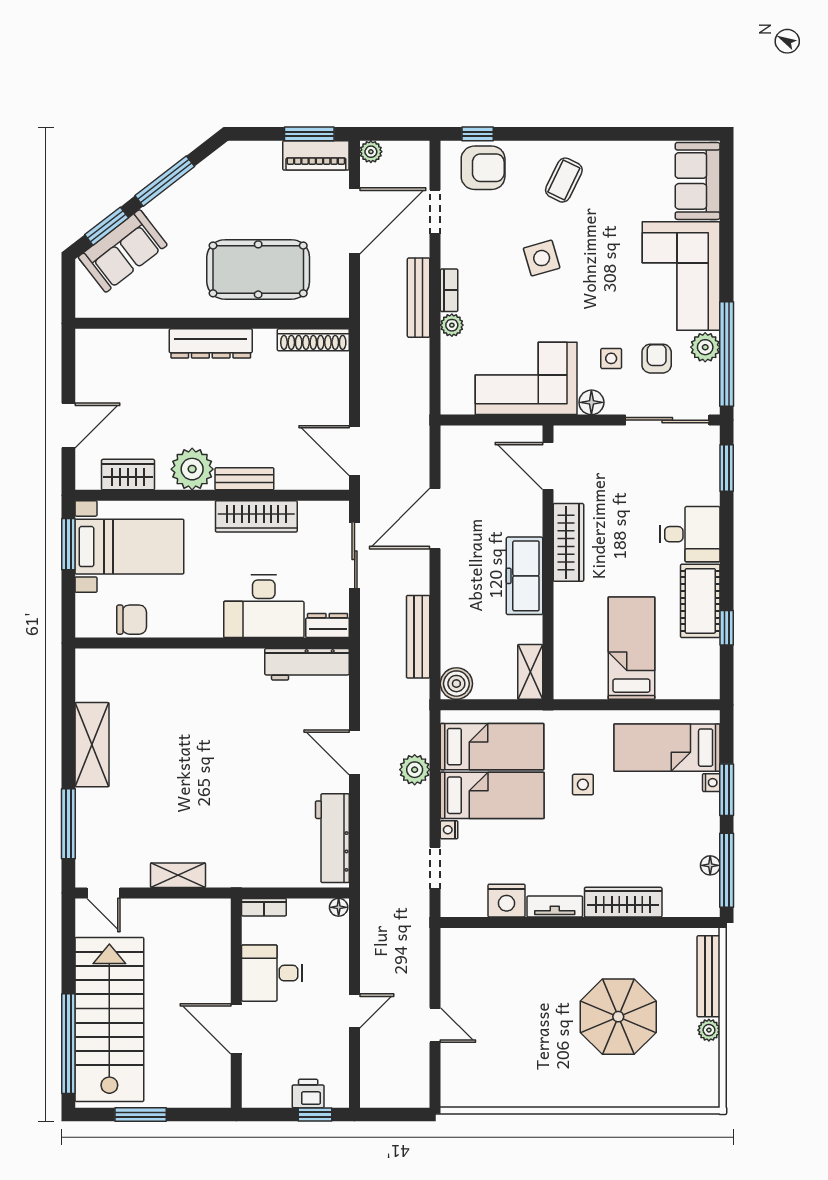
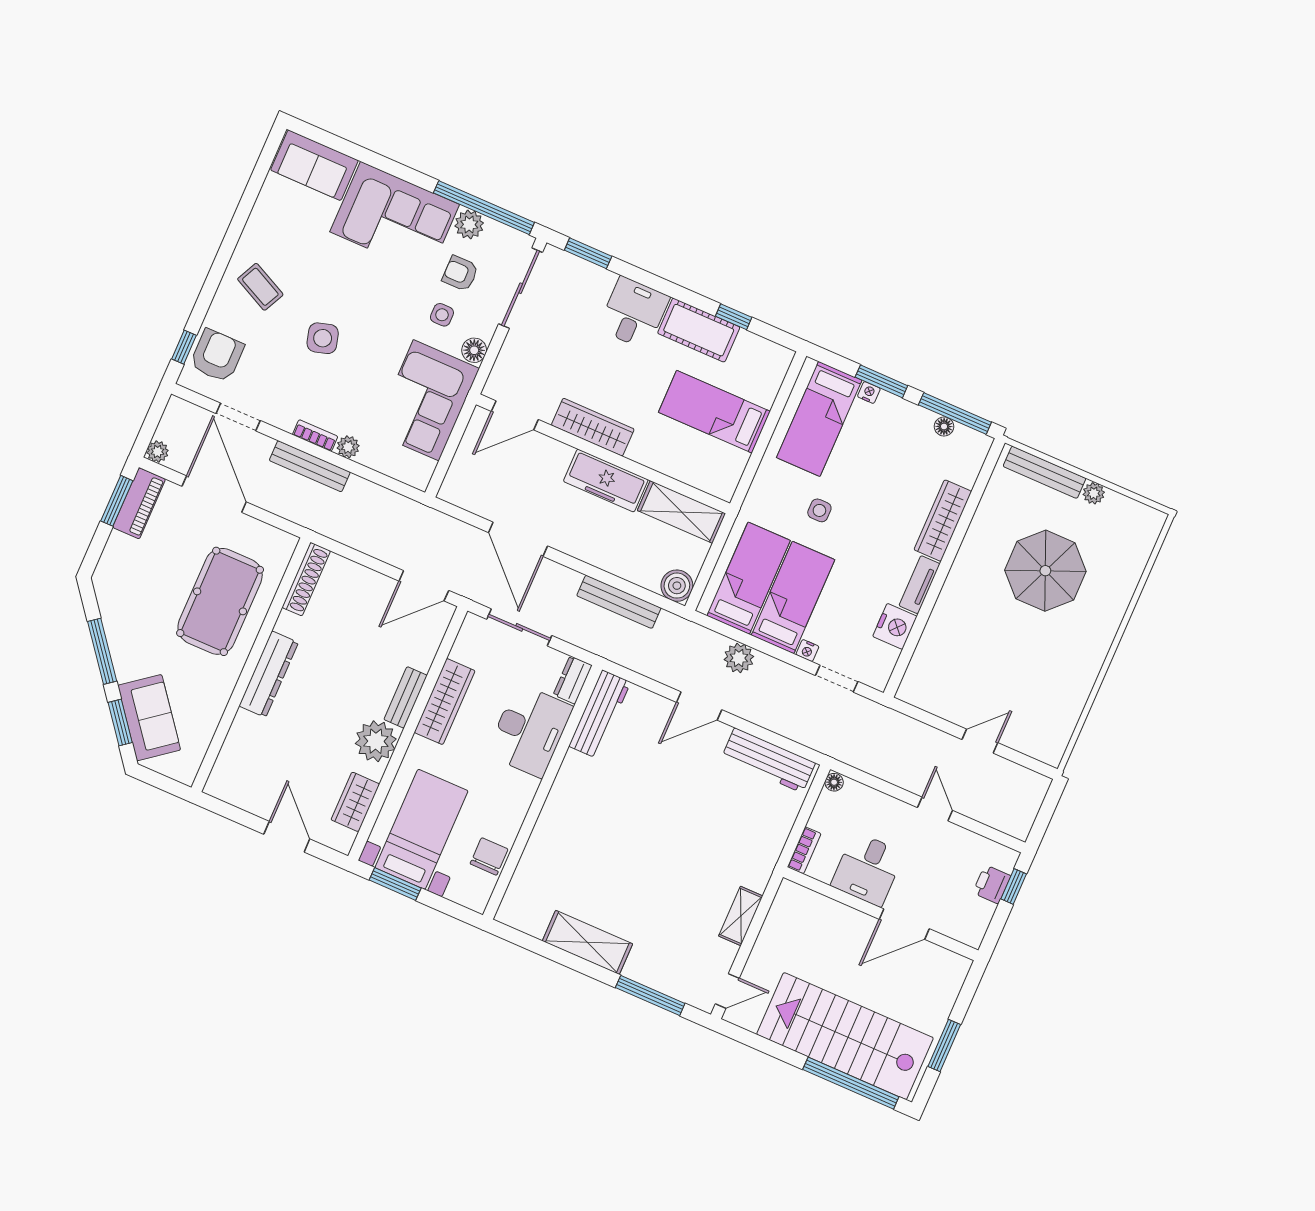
shelving: (530, 672) -> (681, 512), width x1.50, depth x1.33

